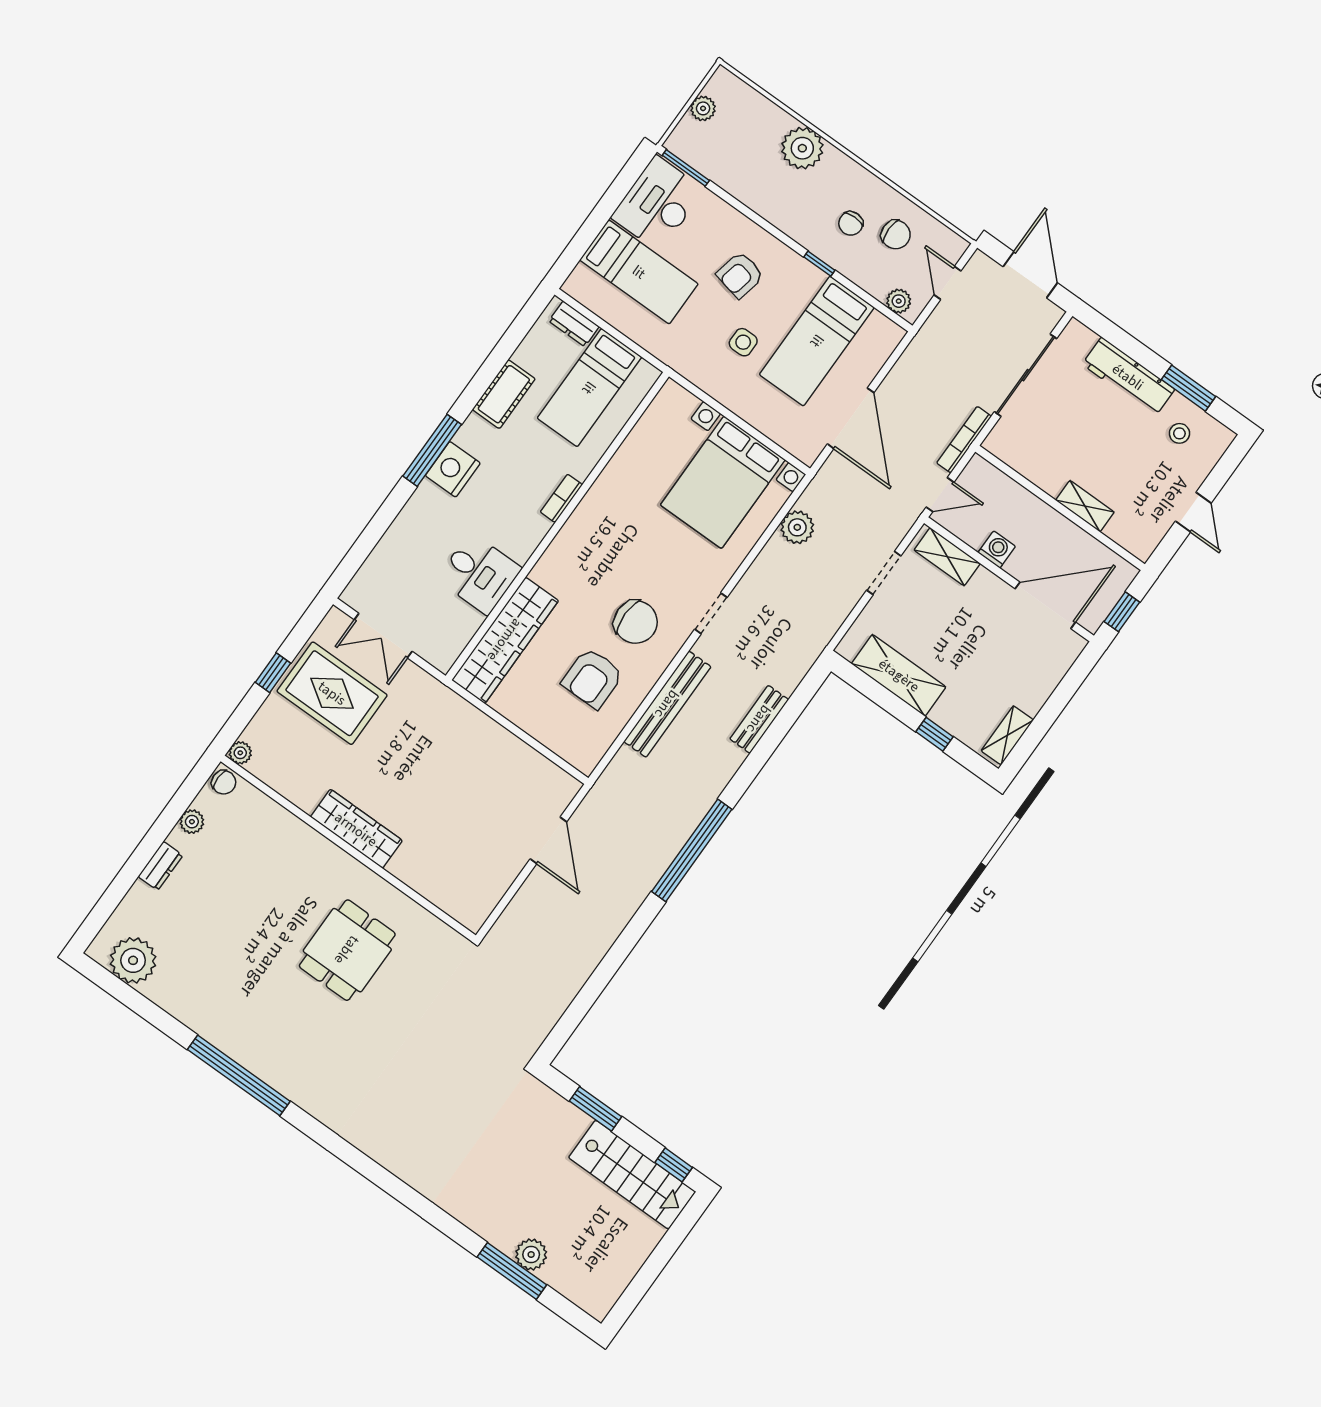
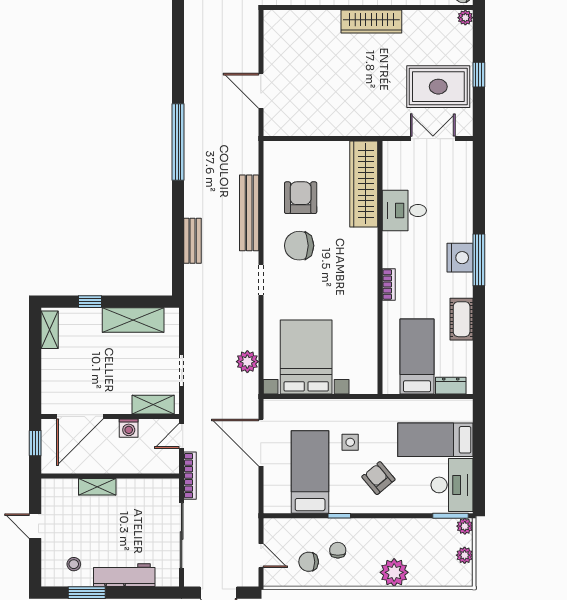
armchair: (740, 275) -> (378, 478), turned -52
plant: (899, 301) -> (465, 526), moved

